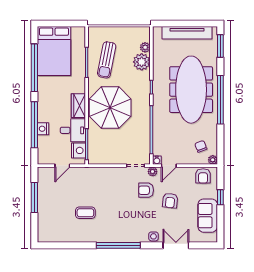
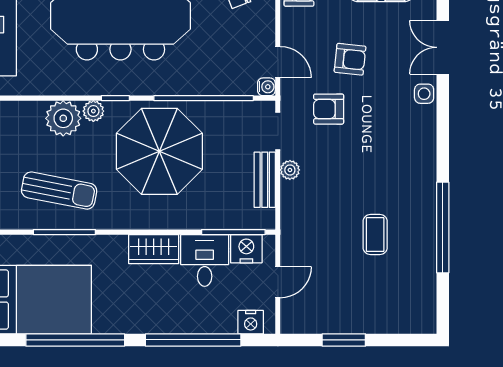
plant: (145, 47) -> (93, 111), moved
parasol: (110, 108) -> (159, 151), moved
nightstand: (43, 129) -> (251, 322), moved
bench: (112, 159) -> (265, 180), added
door: (62, 166) -> (278, 282), hinge flipped
plant: (153, 172) -> (290, 170), moved
armchair: (146, 190) -> (329, 109), turned 90
window: (34, 198) -> (344, 340), width x0.69
window: (118, 245) -> (443, 228), moved

